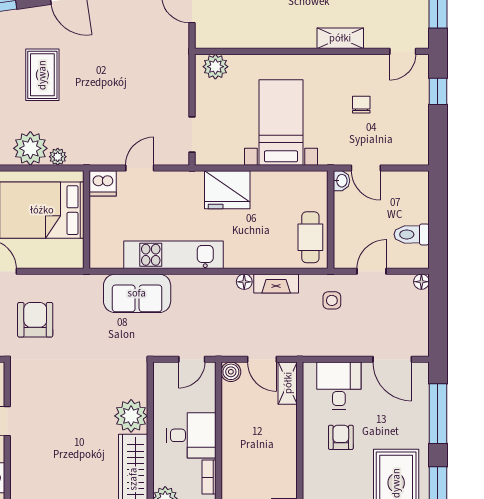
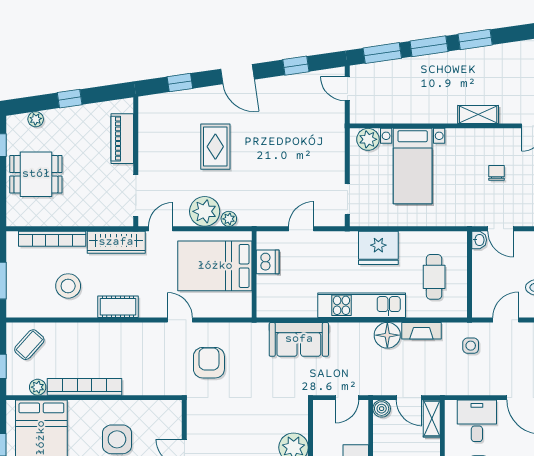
bed with nightstands: (281, 122) -> (413, 166), moved, turned 180
dishwasher: (103, 183) -> (268, 262), moved, turned -90
cafe table: (310, 237) -> (434, 277), moved
kitchen unit: (173, 255) -> (362, 305), moved
floor lamp: (244, 282) -> (387, 335), width x1.89, depth x1.89

